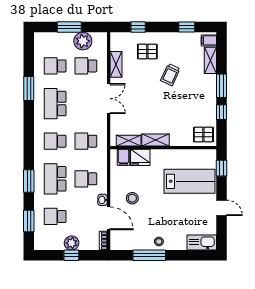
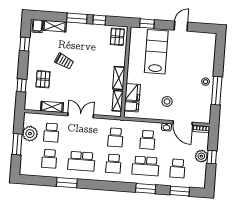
door: (109, 218) -> (183, 123), swing flipped
kitchen sink: (202, 242) -> (209, 45), removed

